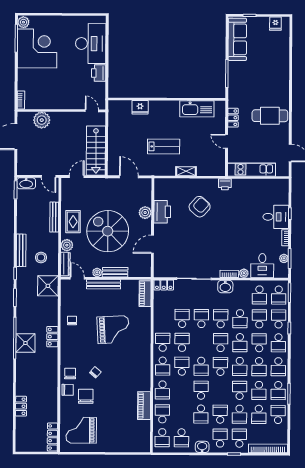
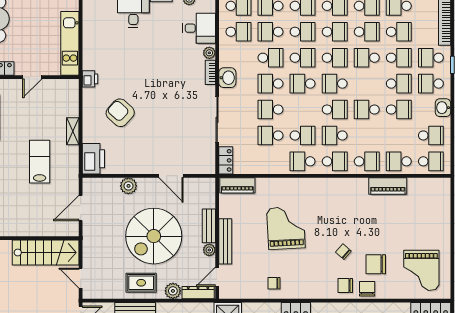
printer: (162, 212) -> (93, 159), moved, turned 90
school desk: (182, 342) -> (303, 135), turned 180
school desk: (259, 343) -> (303, 32), turned 180
school desk: (220, 414) -> (399, 84), turned 180

